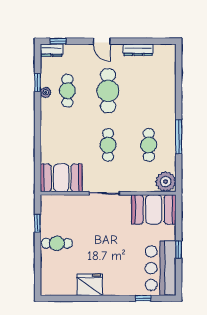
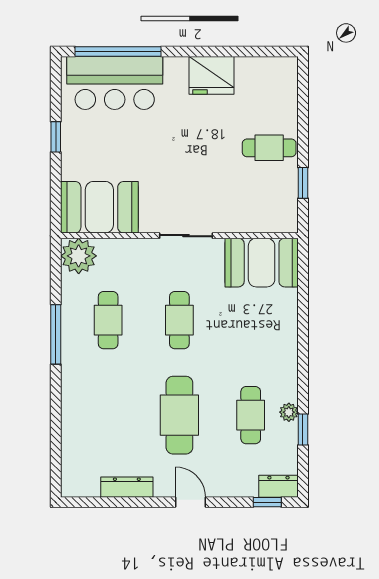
bar counter: (161, 268) -> (115, 83), moved, turned 90
window: (143, 298) -> (118, 51), width x3.17

